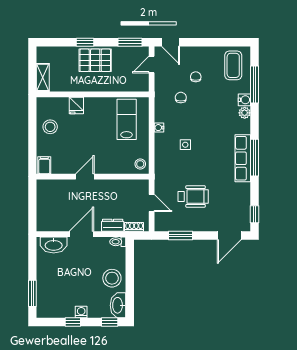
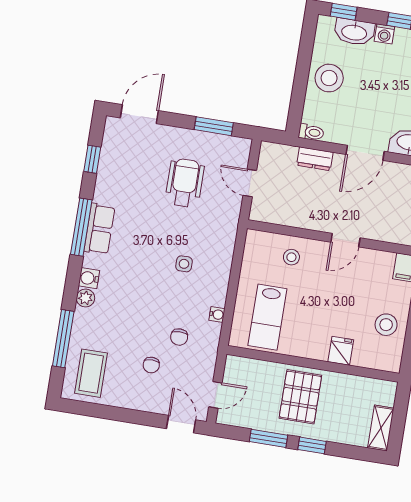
window: (130, 42) -> (268, 438), moved
pallet: (95, 60) -> (300, 397), moved, turned 90
shelving: (43, 77) -> (381, 428), moved
water cooler: (244, 100) -> (89, 278), moved
water cooler: (159, 128) -> (217, 314), moved
row of seats: (243, 158) -> (99, 229), width x0.68
stool: (140, 164) -> (291, 257), moved
wheelchair: (193, 196) -> (185, 183), turned 90
window: (255, 214) -> (92, 159), moved
shoe rack: (134, 227) -> (283, 151), removed
washbasin: (118, 305) -> (354, 32), moved, turned 90

